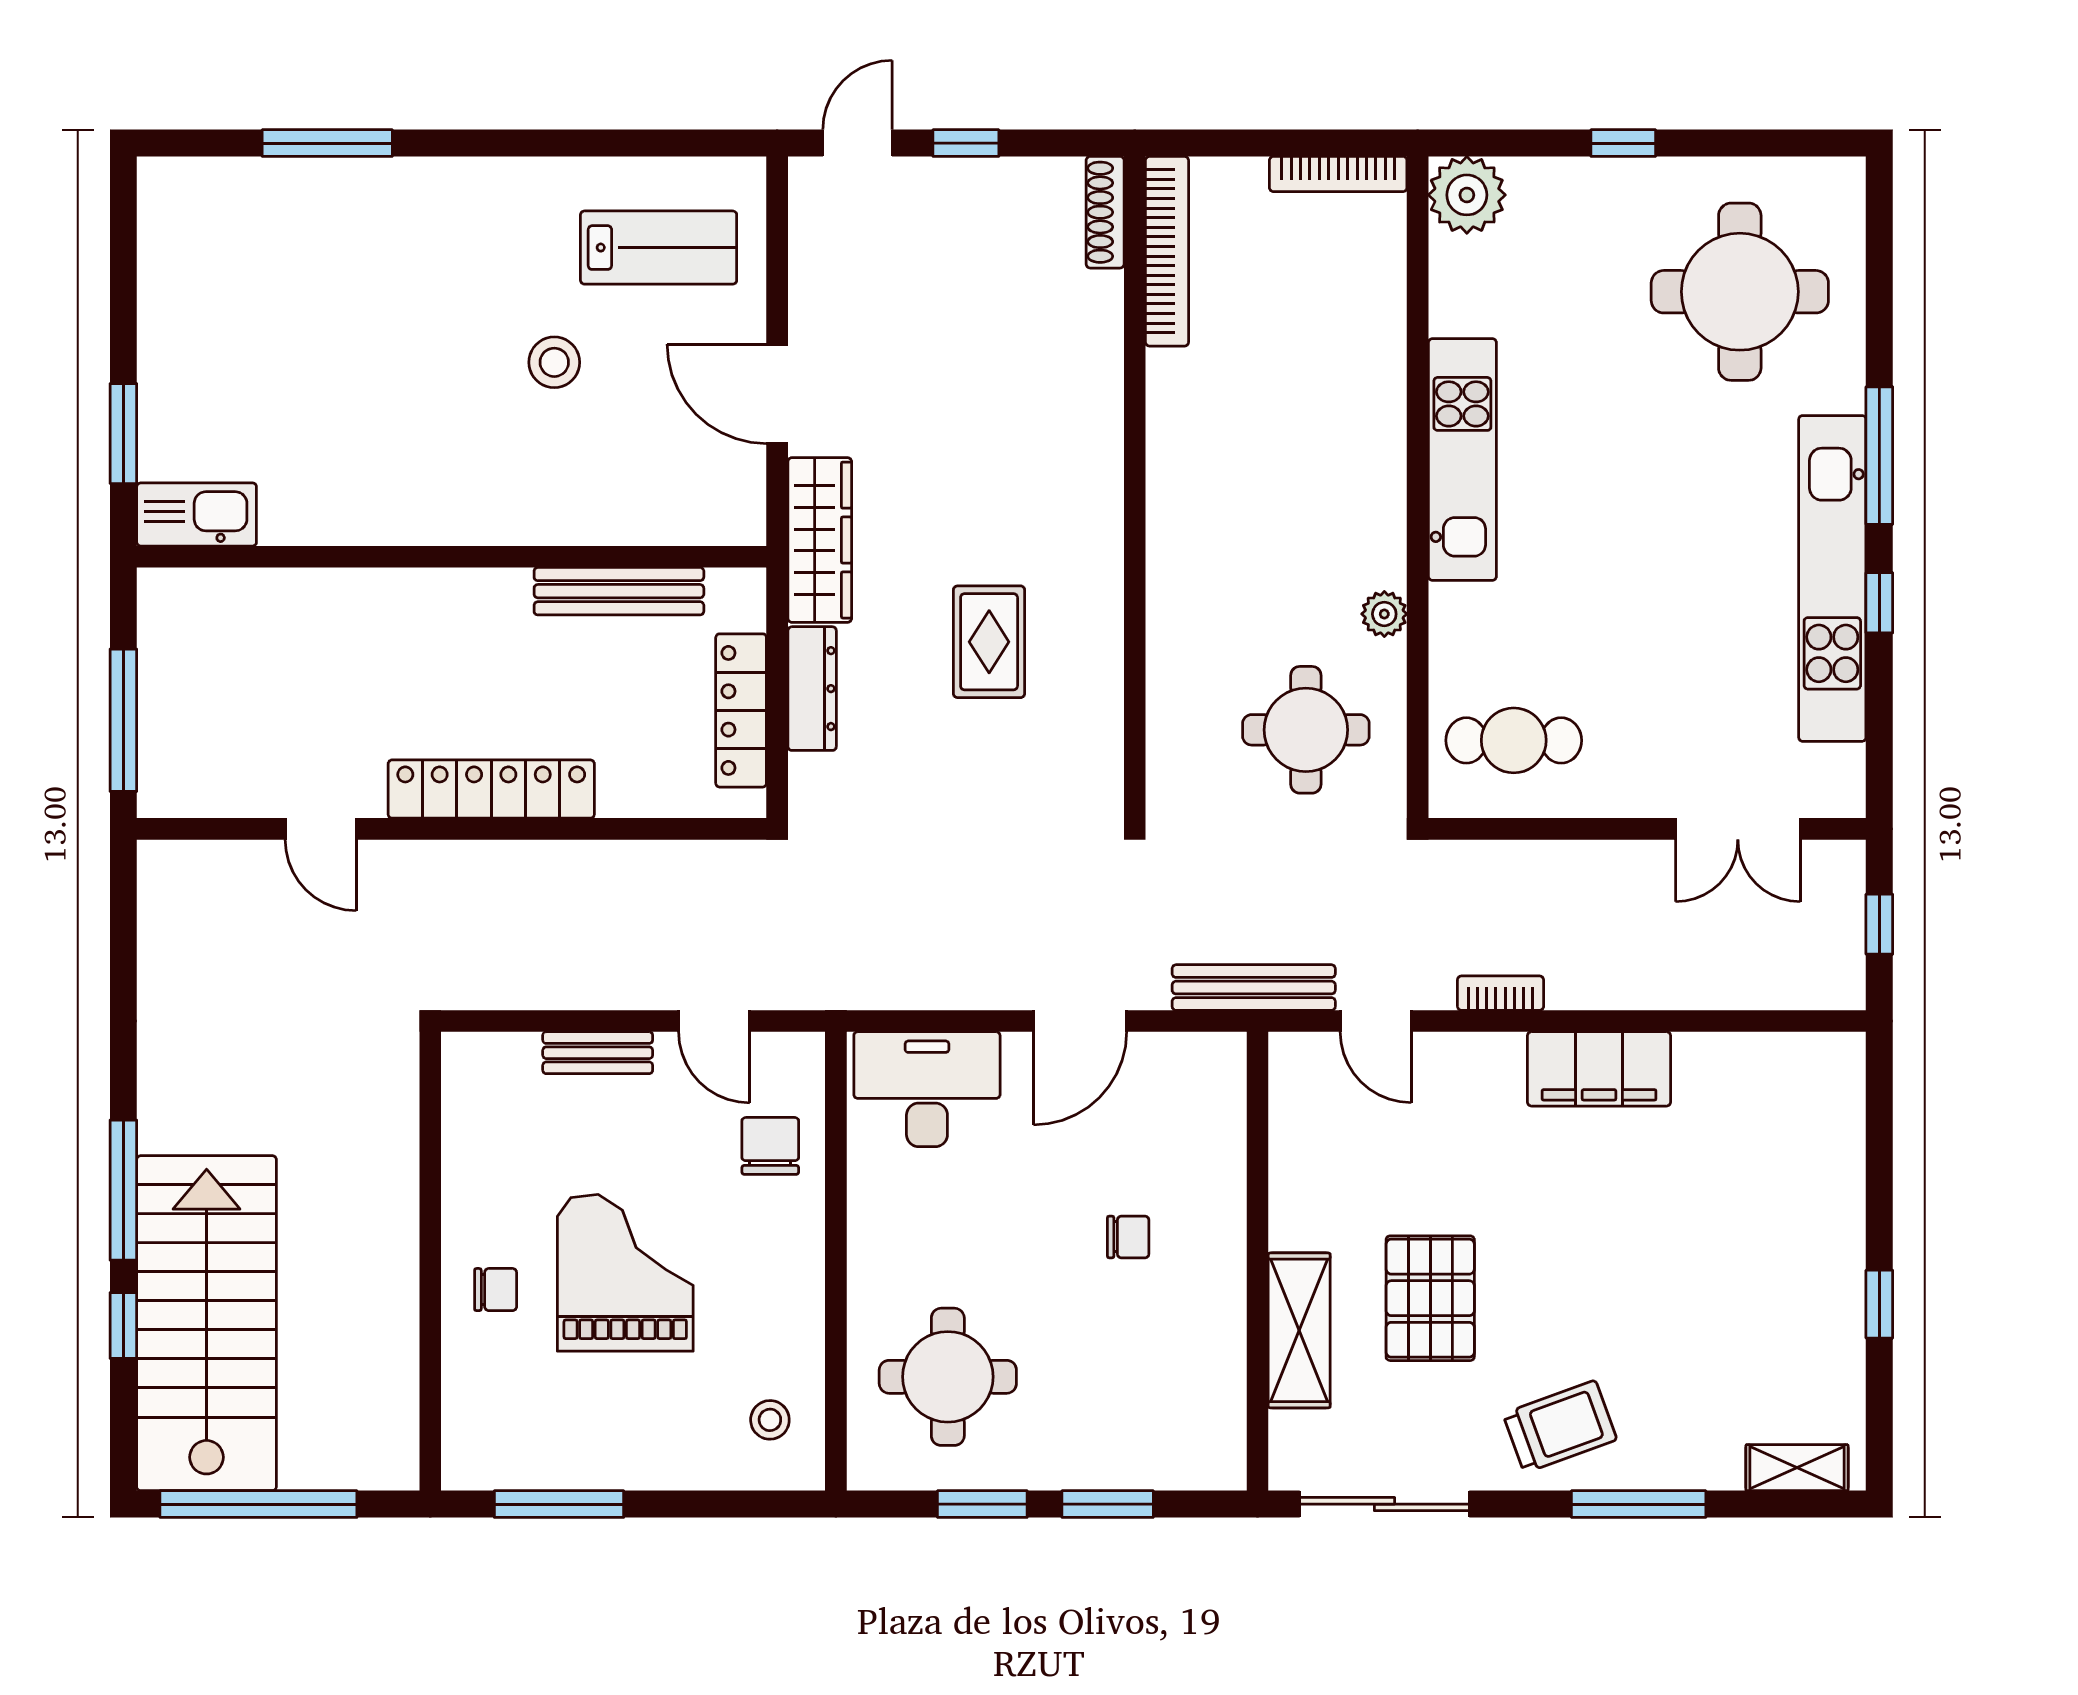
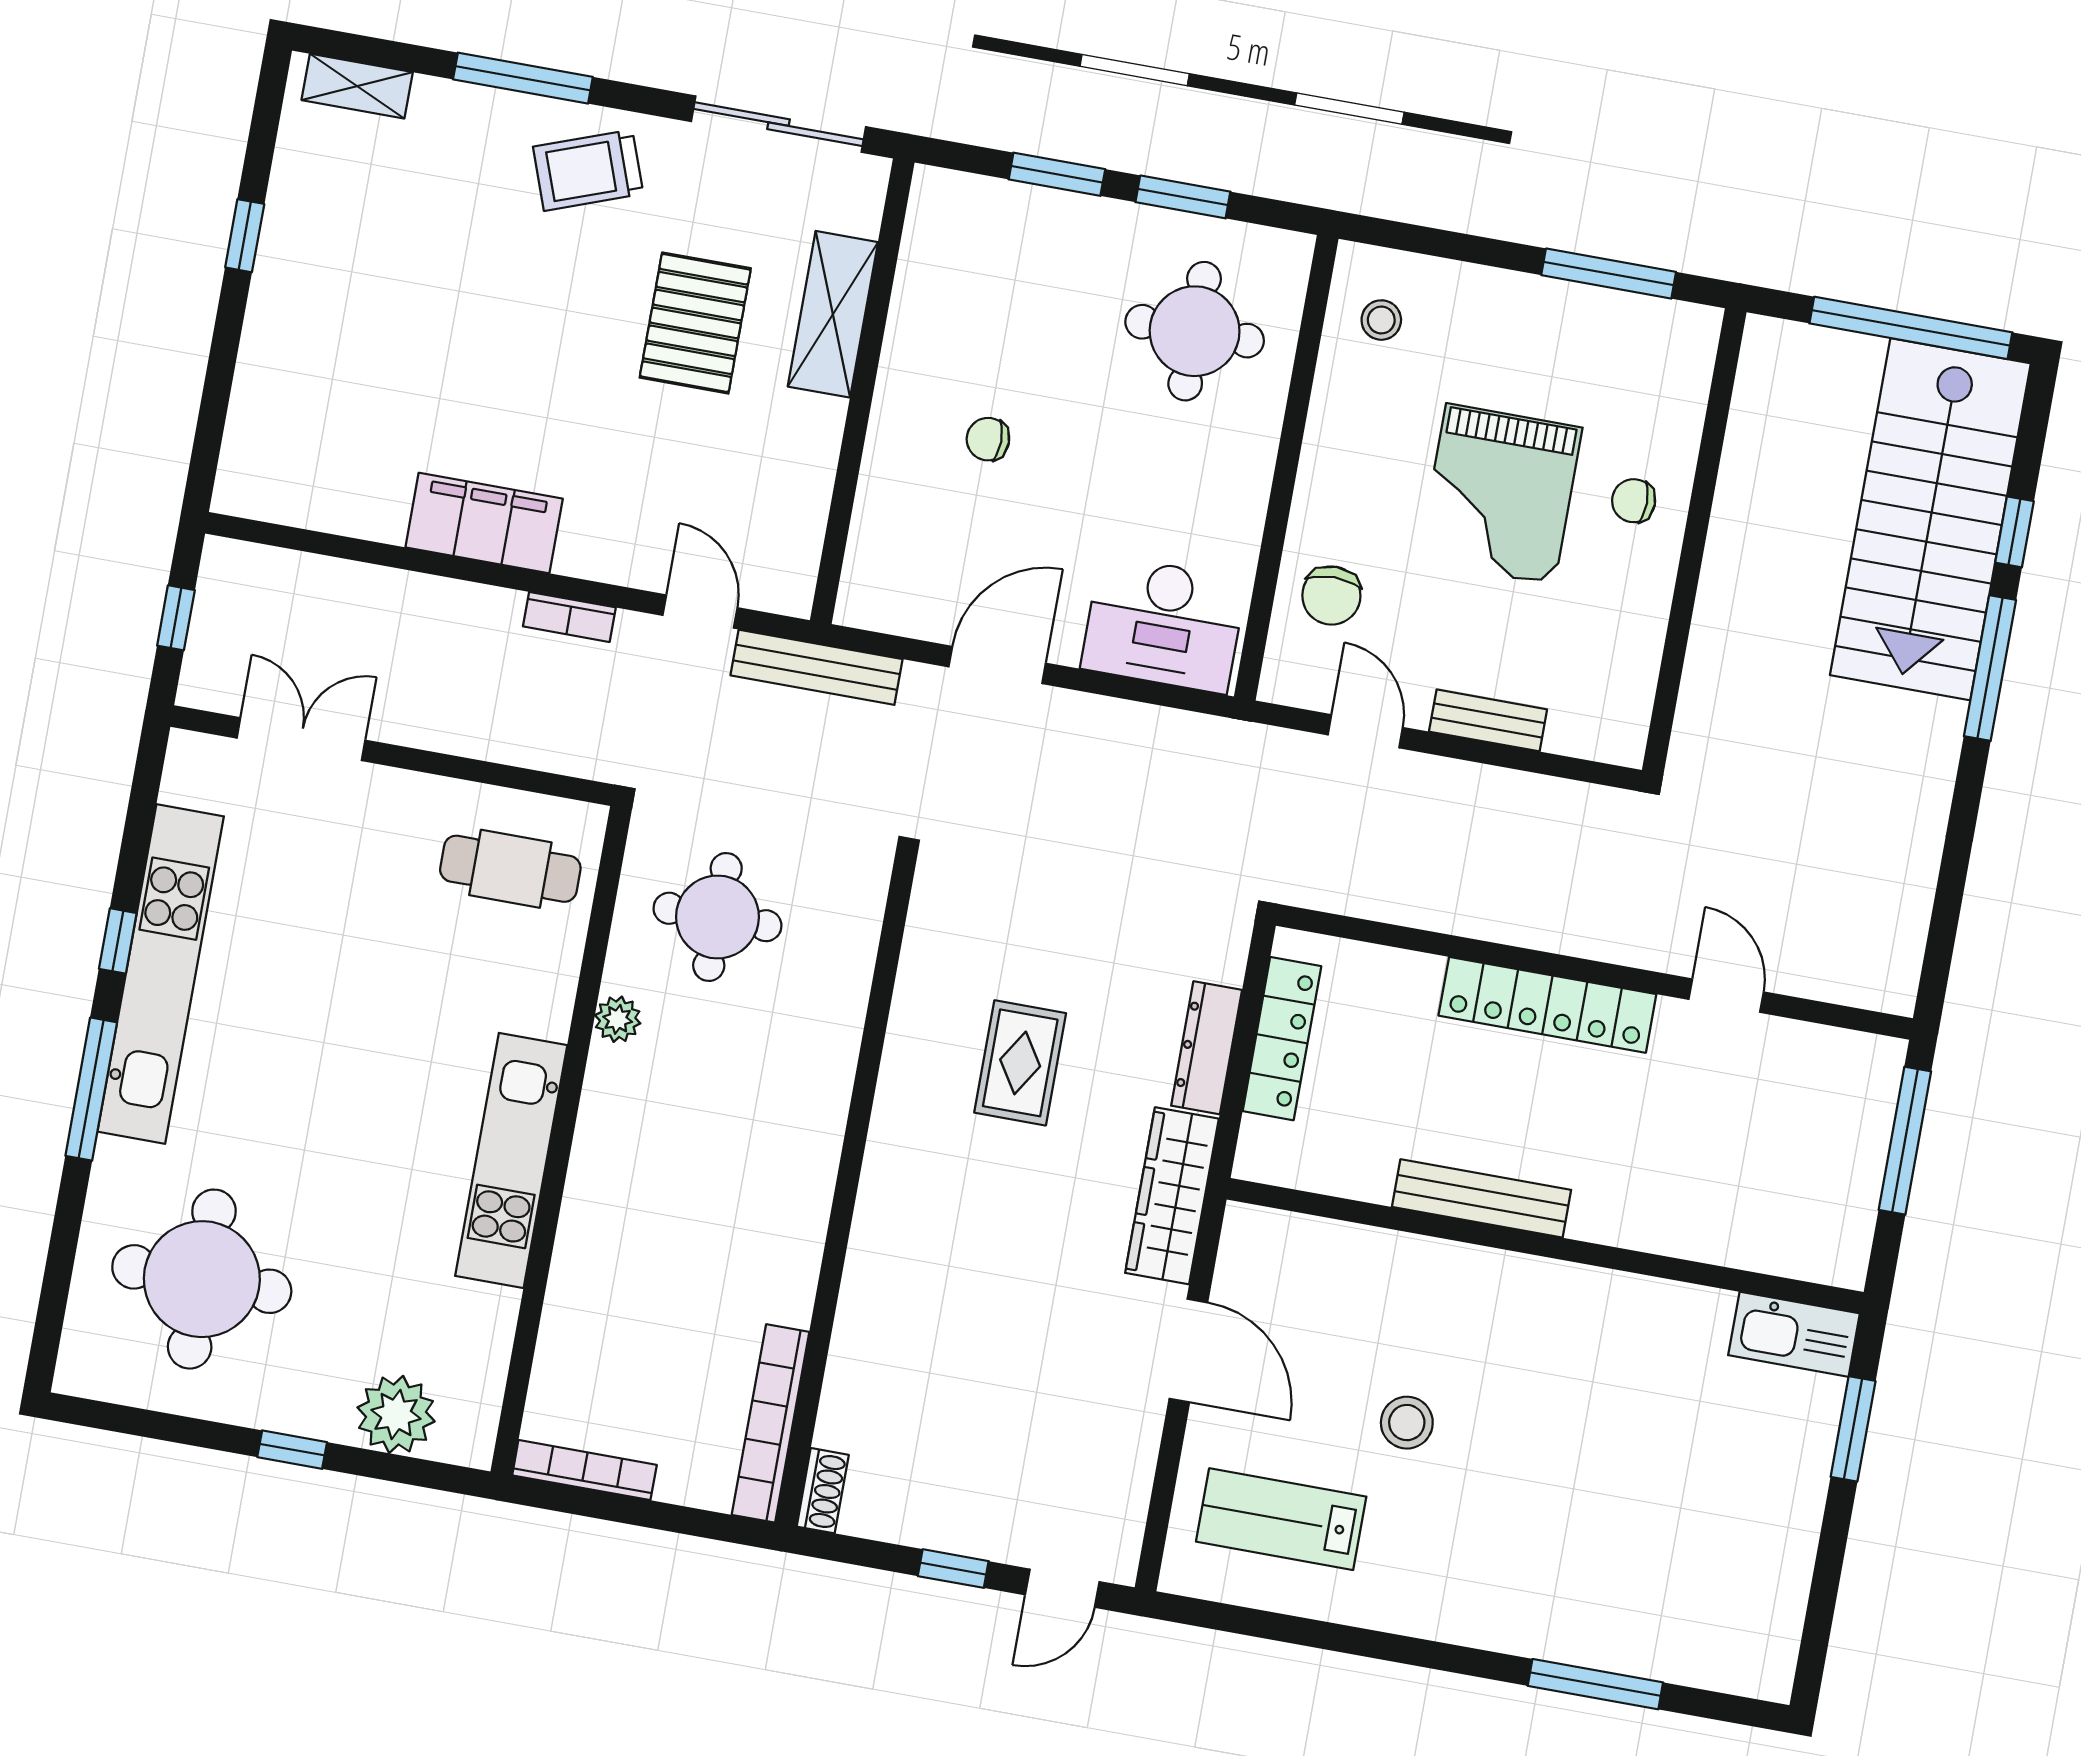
plant: (1467, 195) -> (396, 1414), moved
shoe rack: (1105, 212) -> (823, 1491), width x0.70
bench: (619, 591) -> (1481, 1198), moved

